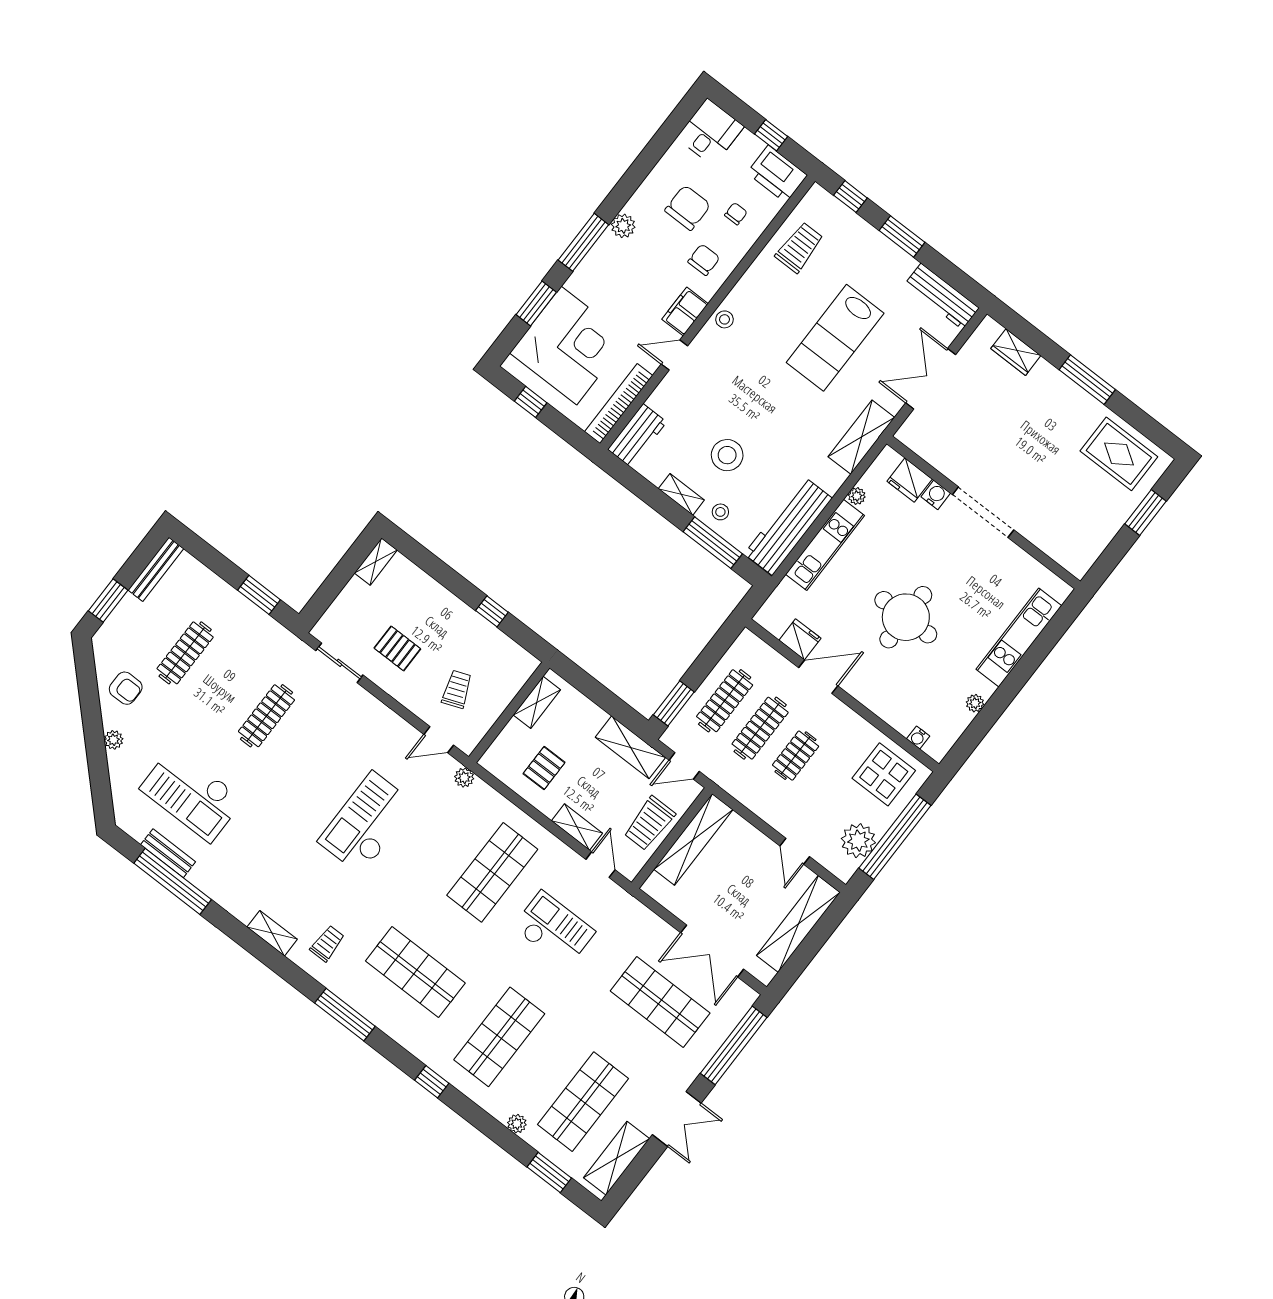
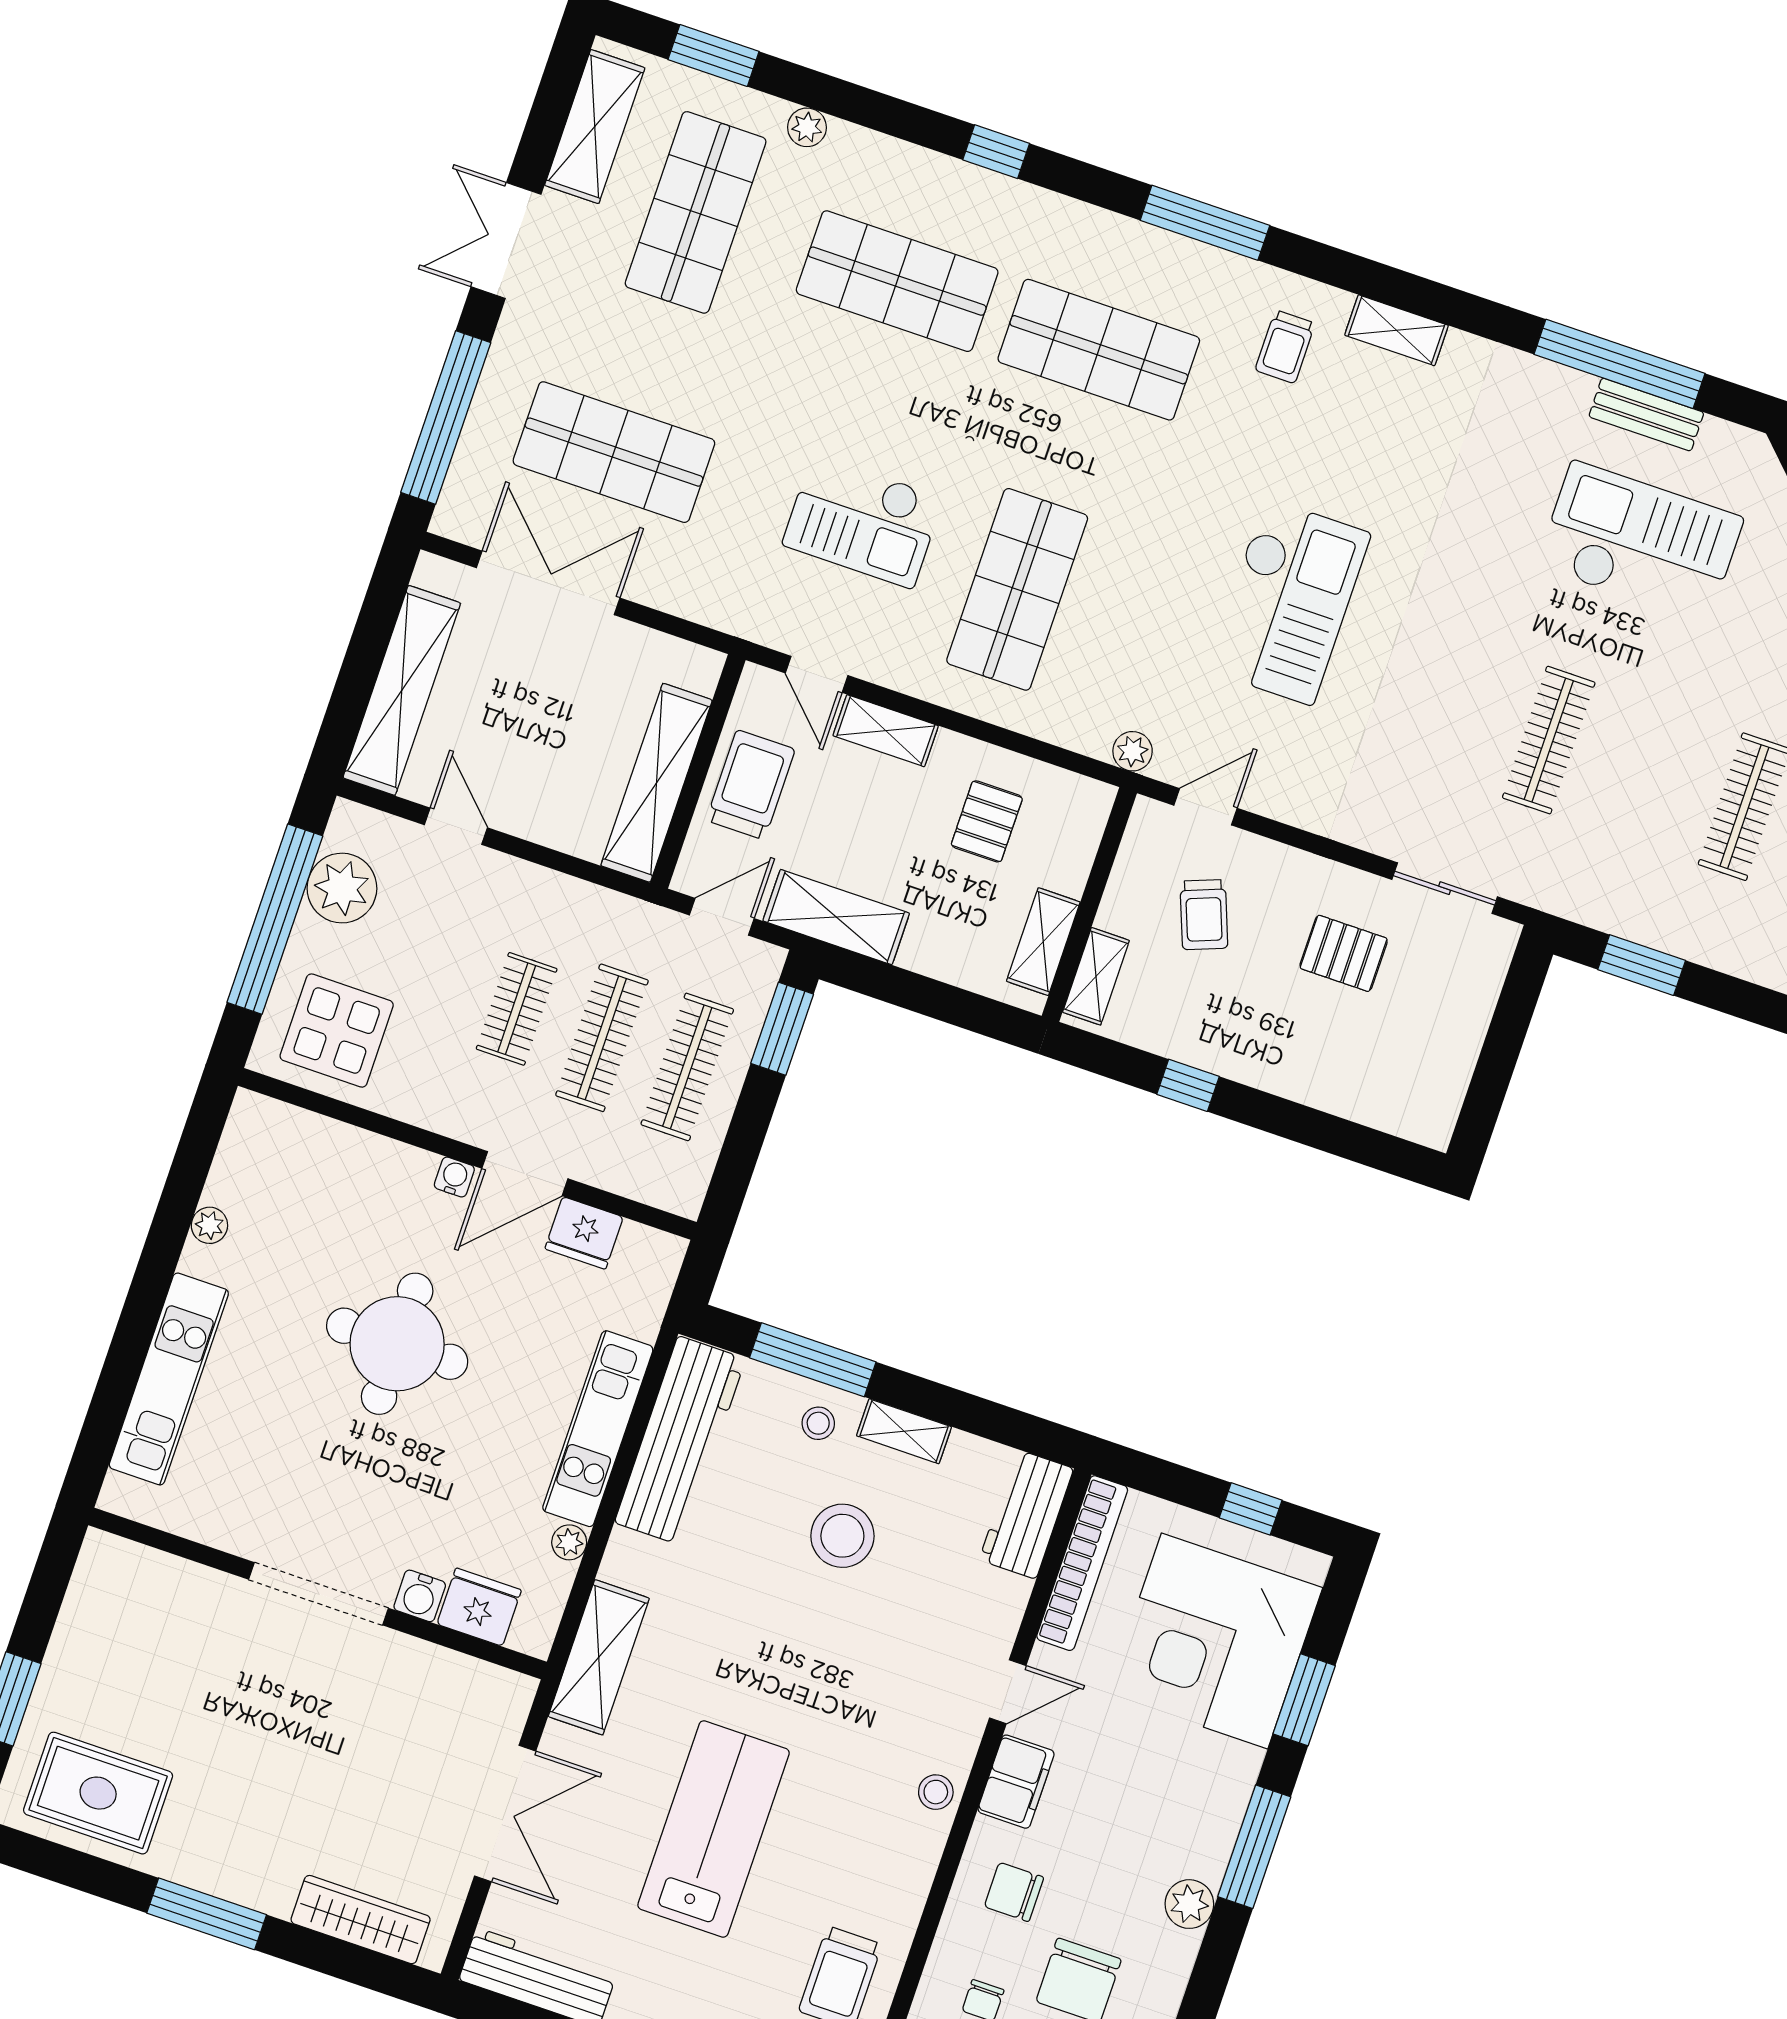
chair: (704, 260) -> (1014, 1892), turned 90
wardrobe: (1016, 352) -> (361, 1920), width x1.50
shelving: (376, 562) -> (1096, 976), moved
water cooler: (918, 737) -> (454, 1177), moved
shop shelf: (499, 1037) -> (897, 281), turned 90

